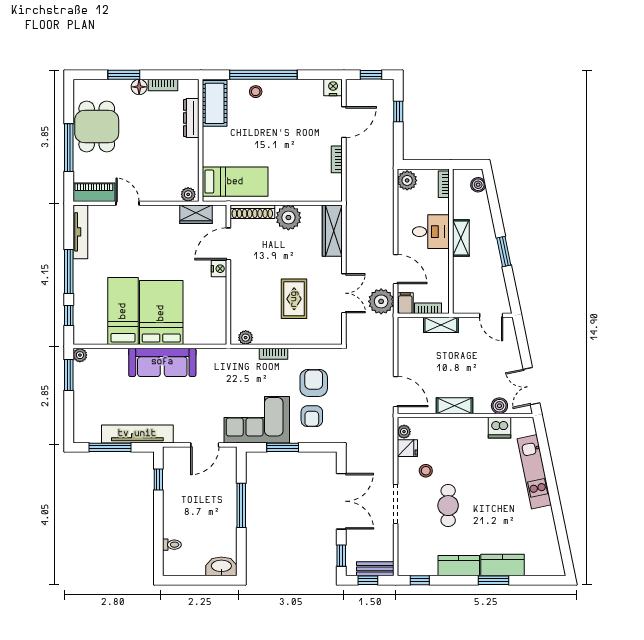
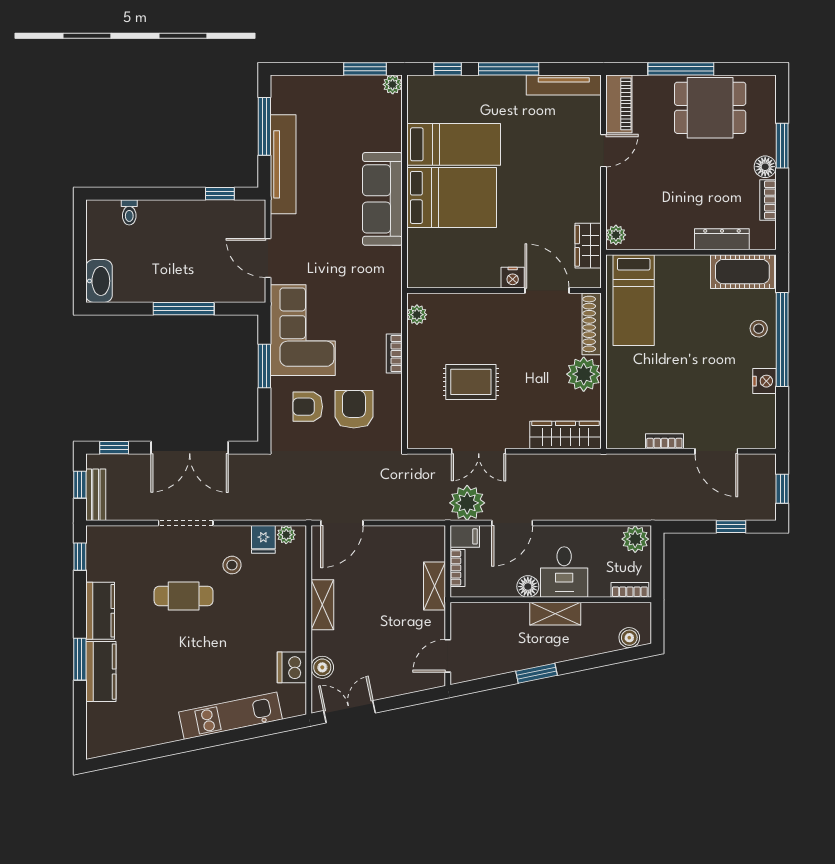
nightstand: (333, 87) -> (765, 381), moved
floor lamp: (441, 258) -> (528, 587), added
armchair: (314, 383) -> (354, 409), turned -90

